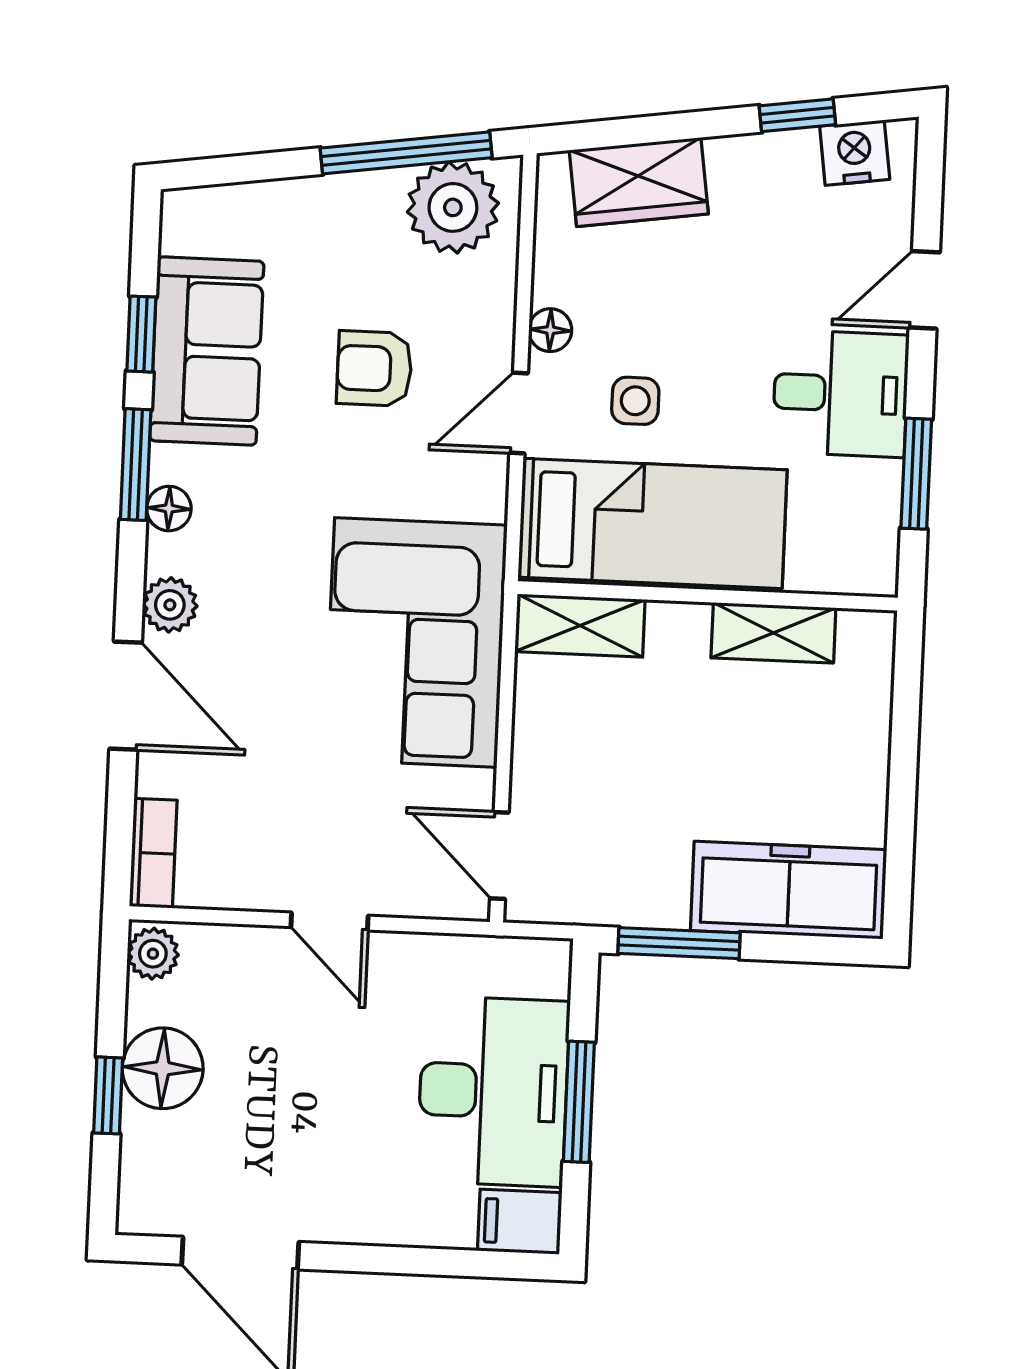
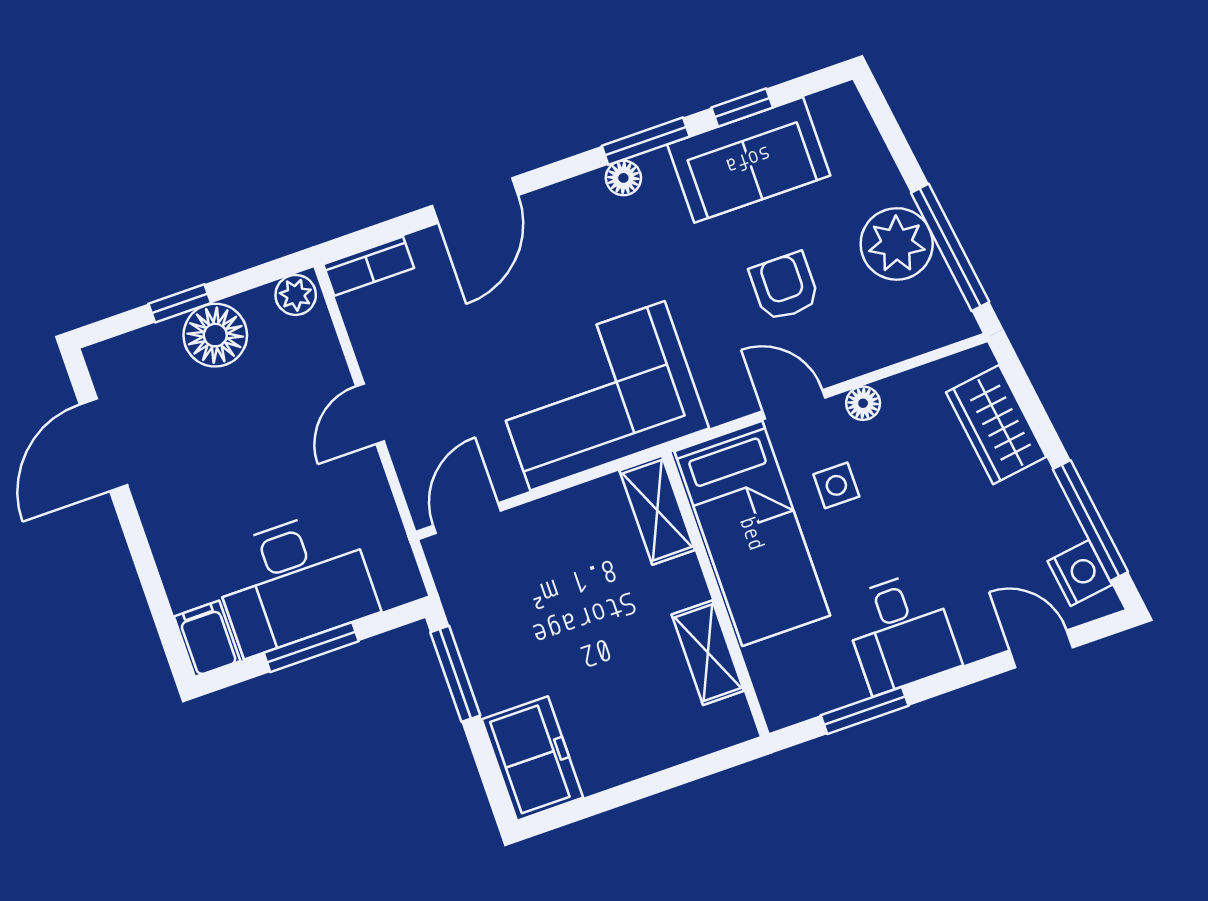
window: (797, 115) -> (1090, 521), width x2.17
plant: (453, 207) -> (897, 244), moved
door: (924, 290) -> (1041, 649), moved
plant: (170, 605) -> (554, 206), removed
freezer: (789, 890) -> (532, 758), width x0.71

